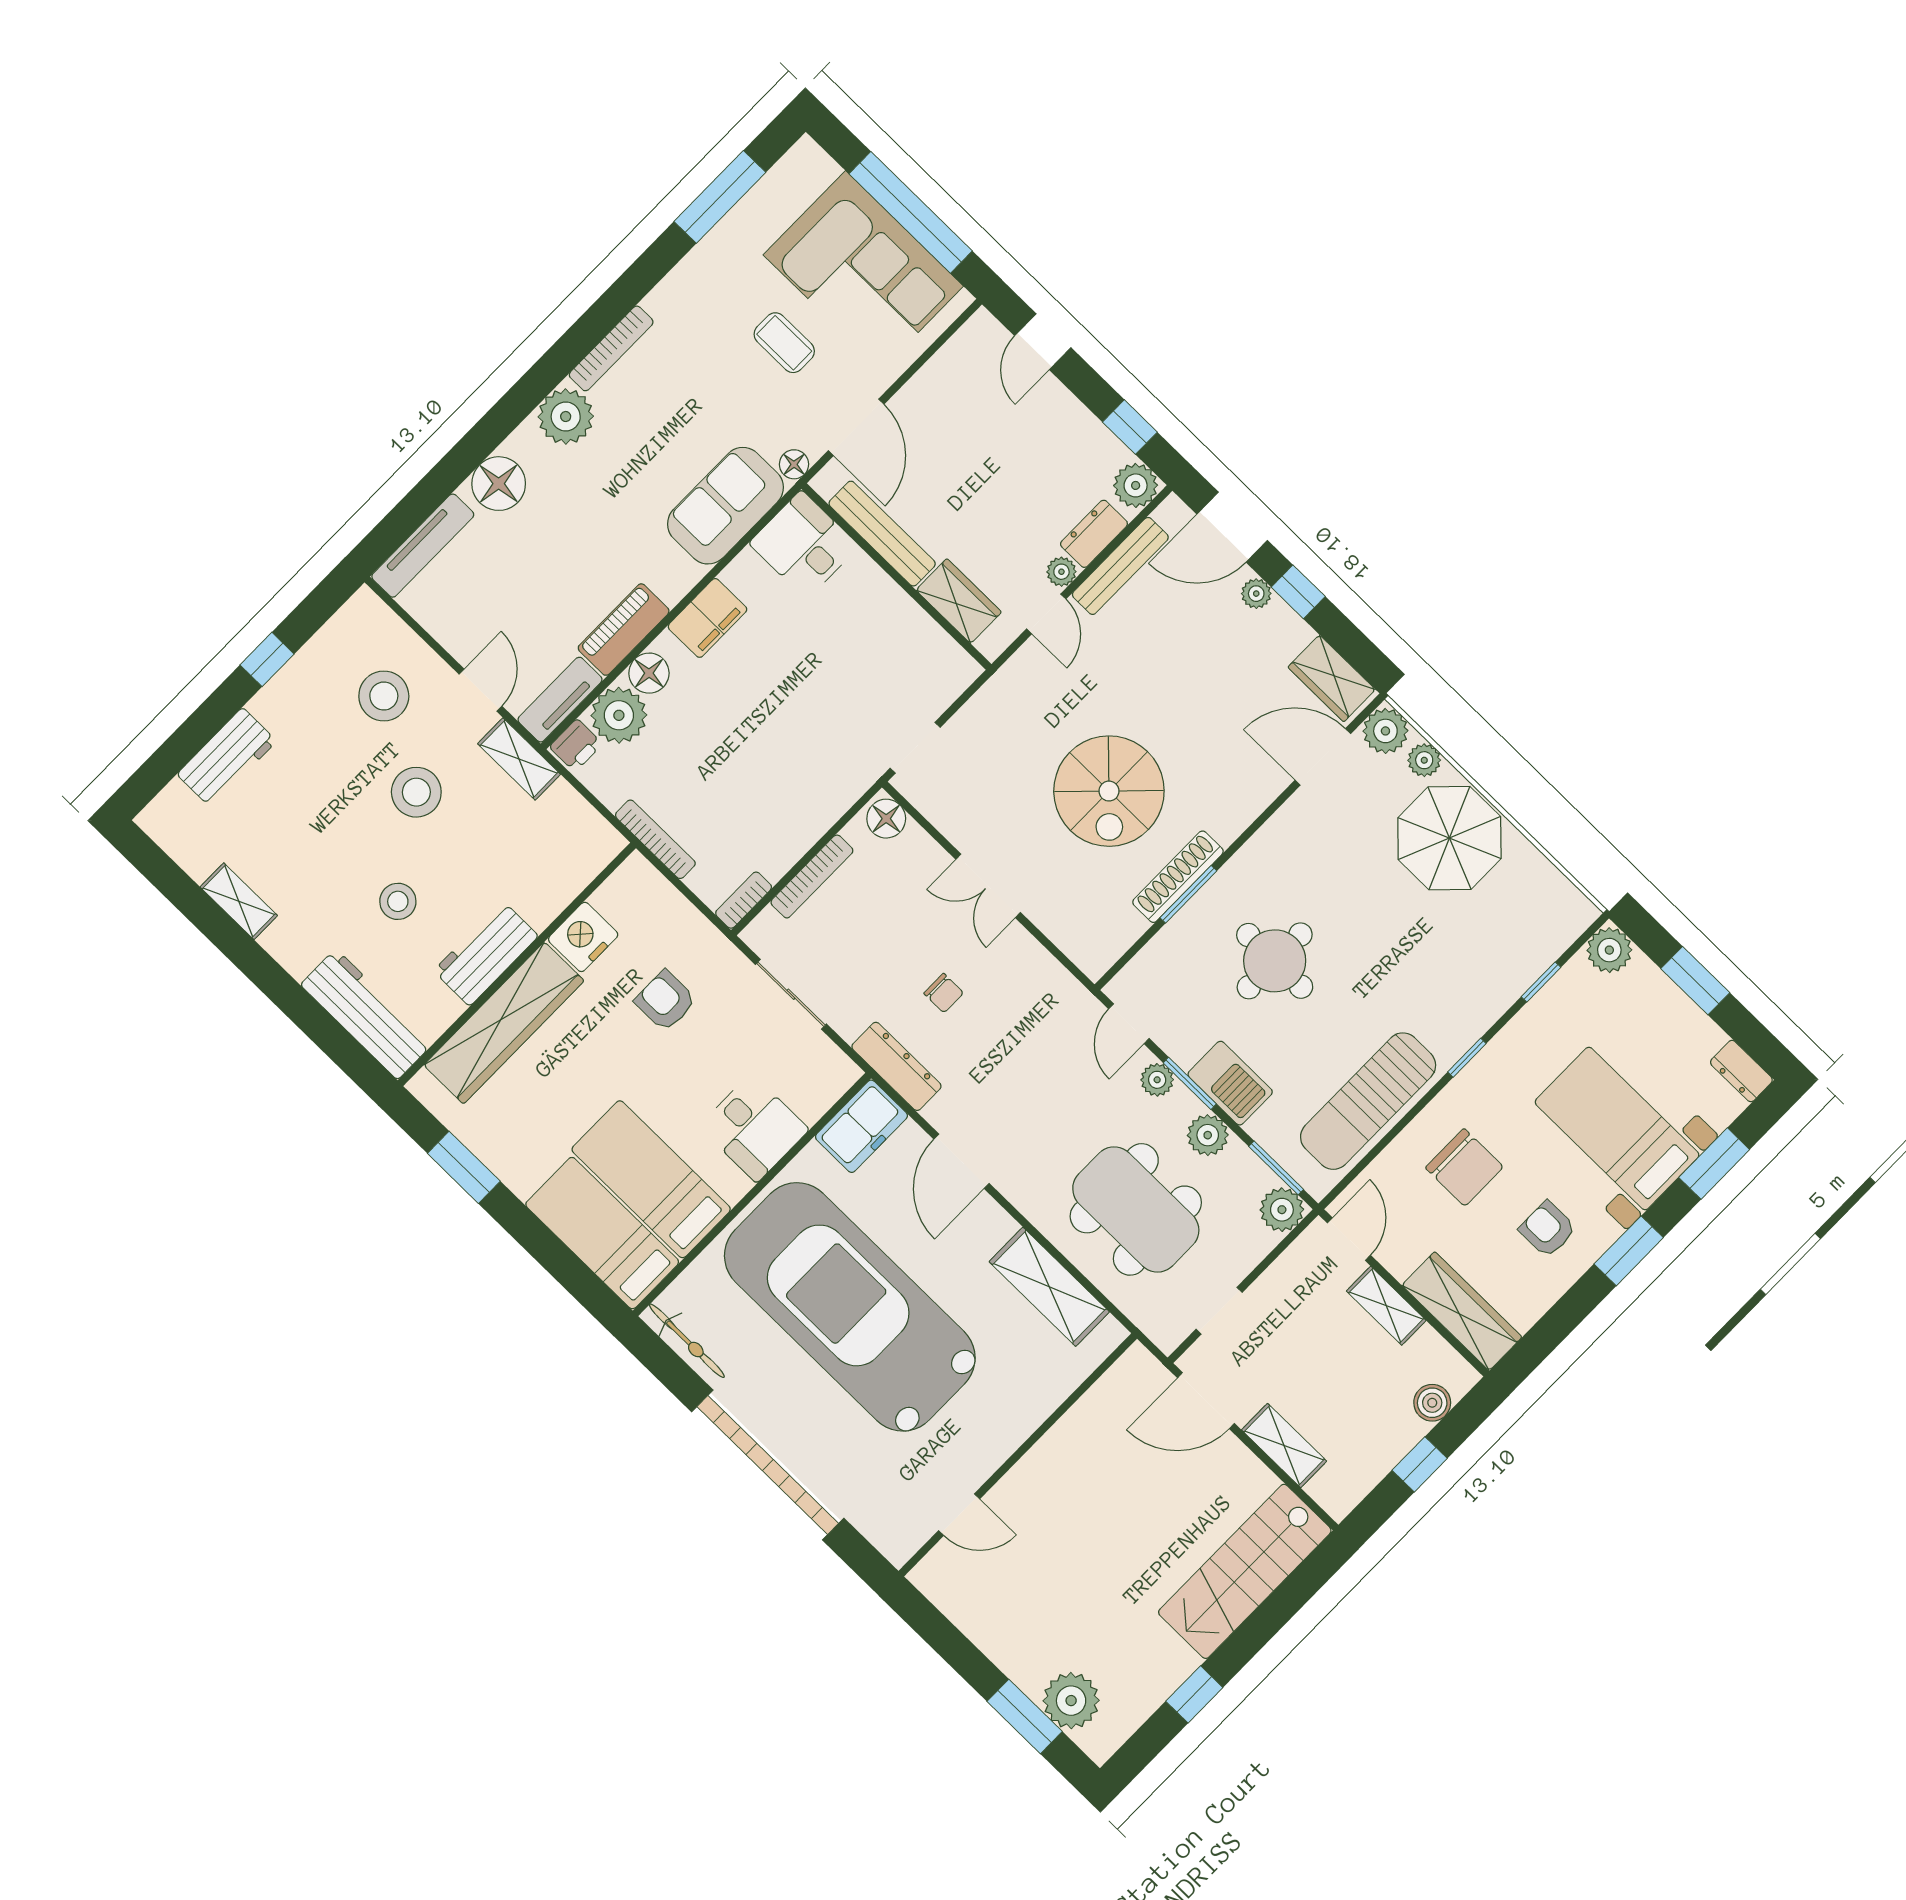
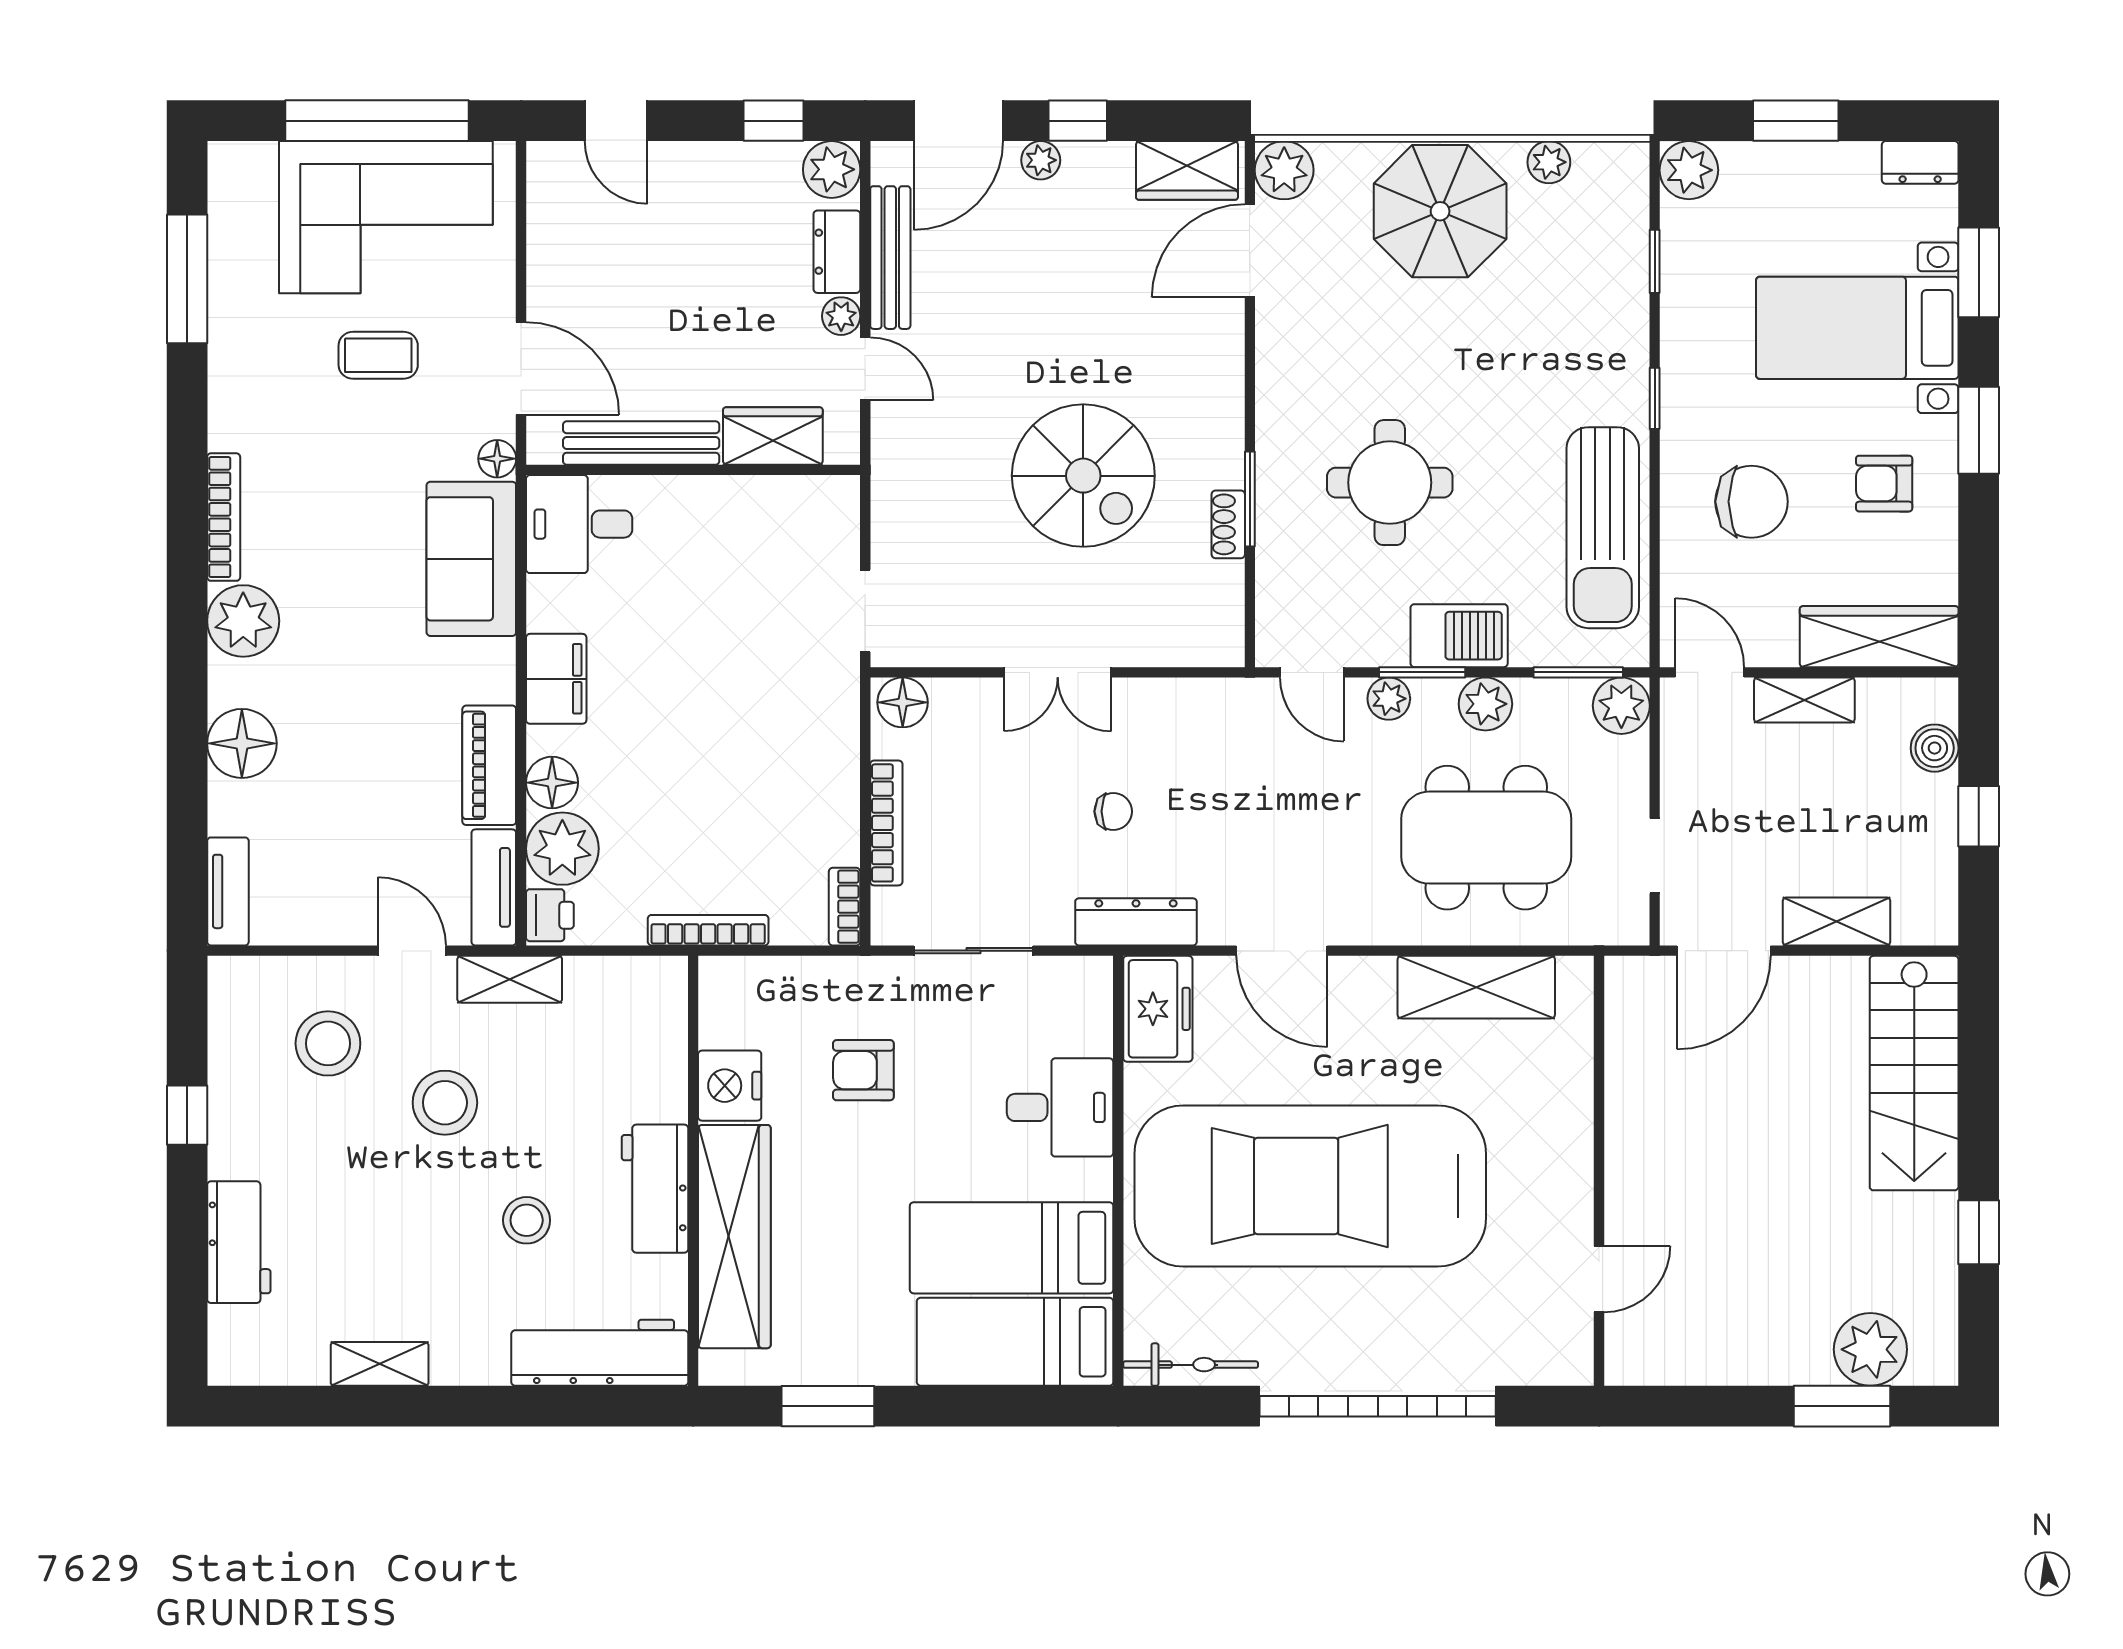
tv unit: (423, 546) -> (228, 891), width x0.71
plant: (1424, 760) -> (1549, 162), moved
shoe rack: (1178, 877) -> (1228, 524), width x0.51, depth x0.81

